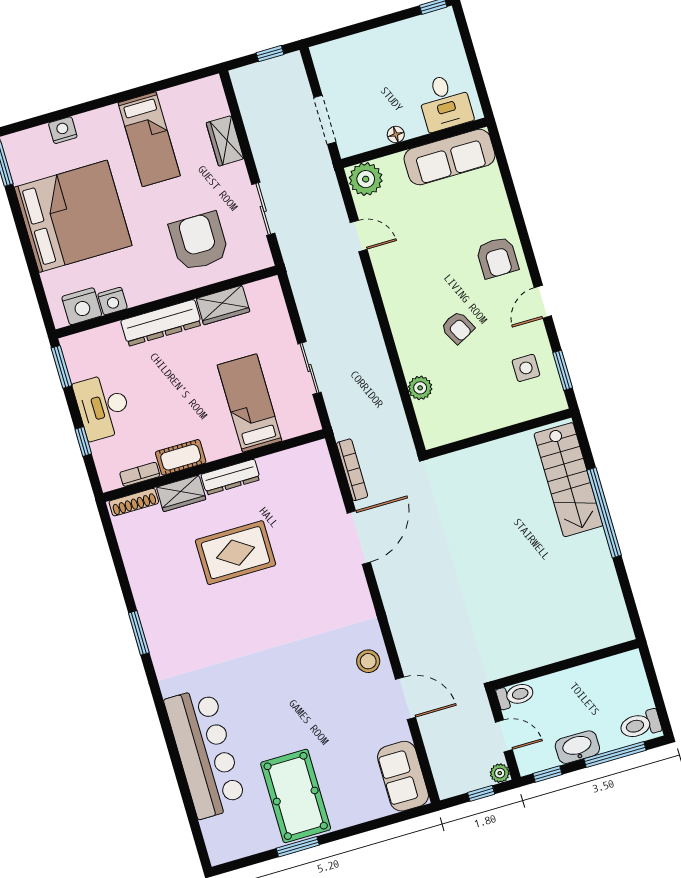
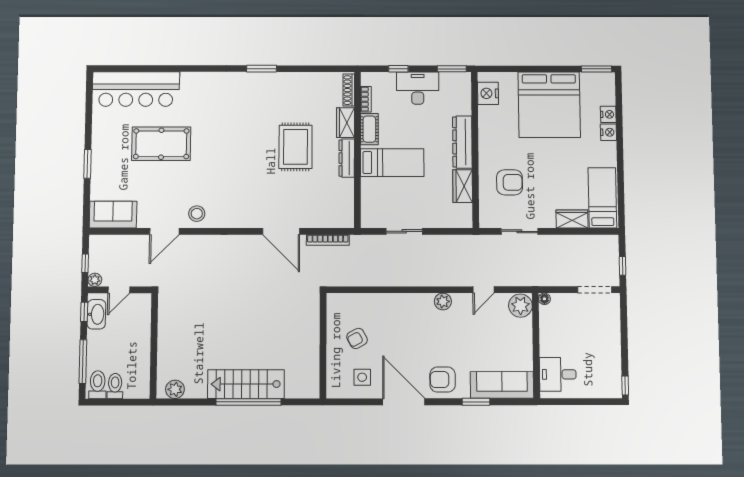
doorway: (325, 120) -> (595, 290), moved
floor lamp: (396, 135) -> (544, 299), moved
bed: (149, 139) -> (602, 198), moved, turned 90
sofa: (450, 157) -> (502, 385), moved, turned 90
armchair: (199, 241) -> (510, 182), width x0.73, depth x0.73
nightstand: (113, 301) -> (608, 132), moved, turned 180
door: (543, 302) -> (404, 402), width x1.88
armchair: (458, 328) -> (357, 338), moved
window: (563, 370) -> (476, 402), moved
plant: (420, 388) -> (443, 301), moved
bed: (250, 403) -> (392, 163), moved
stairs: (568, 480) -> (246, 384), moved
plant: (616, 618) -> (175, 389), added
toilet: (515, 695) -> (115, 386), moved, turned 180
washbasin: (577, 747) -> (96, 314), moved
bar counter: (205, 753) -> (136, 89), moved
pool table: (296, 796) -> (161, 144), moved
window: (298, 847) -> (88, 164), moved

